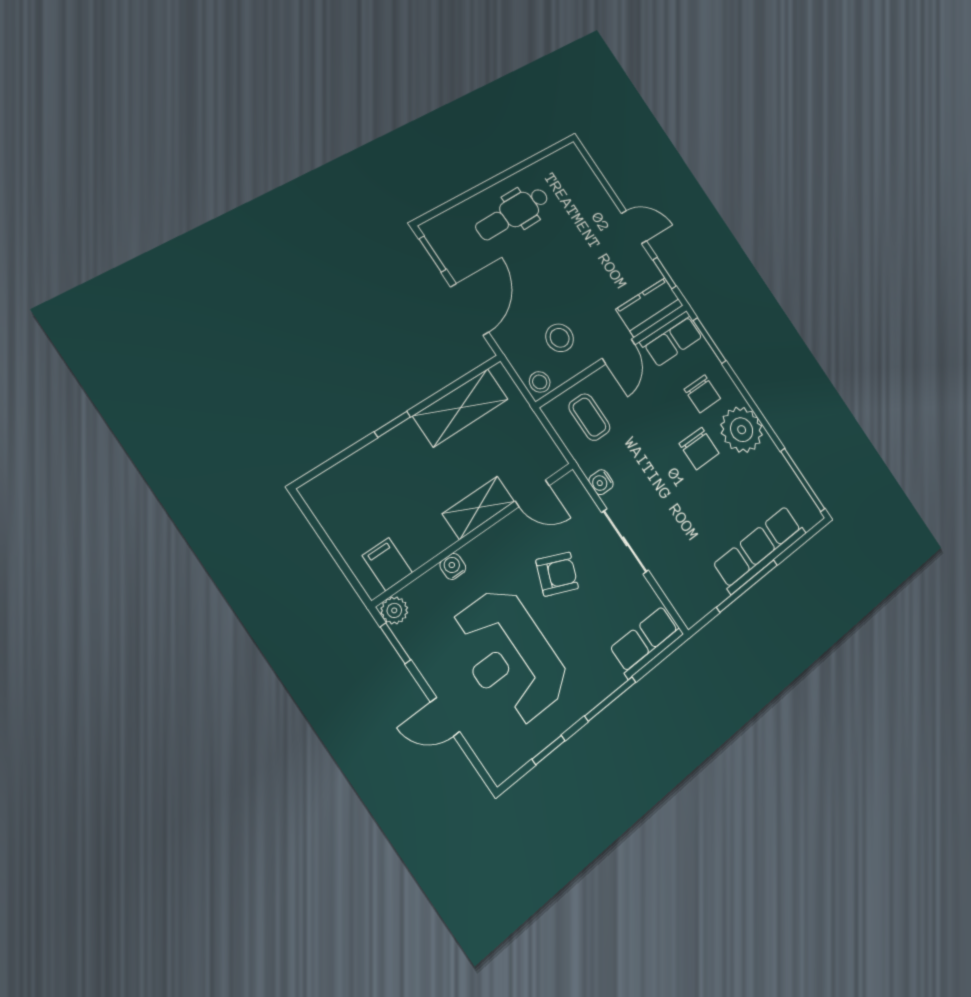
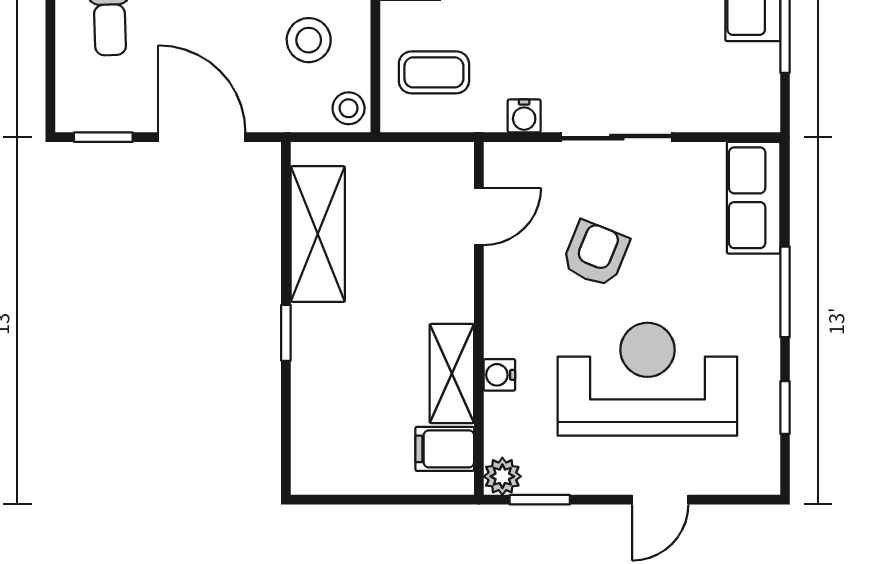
shelving: (479, 508) -> (452, 373), moved
reception desk: (509, 656) -> (647, 379), turned 180

